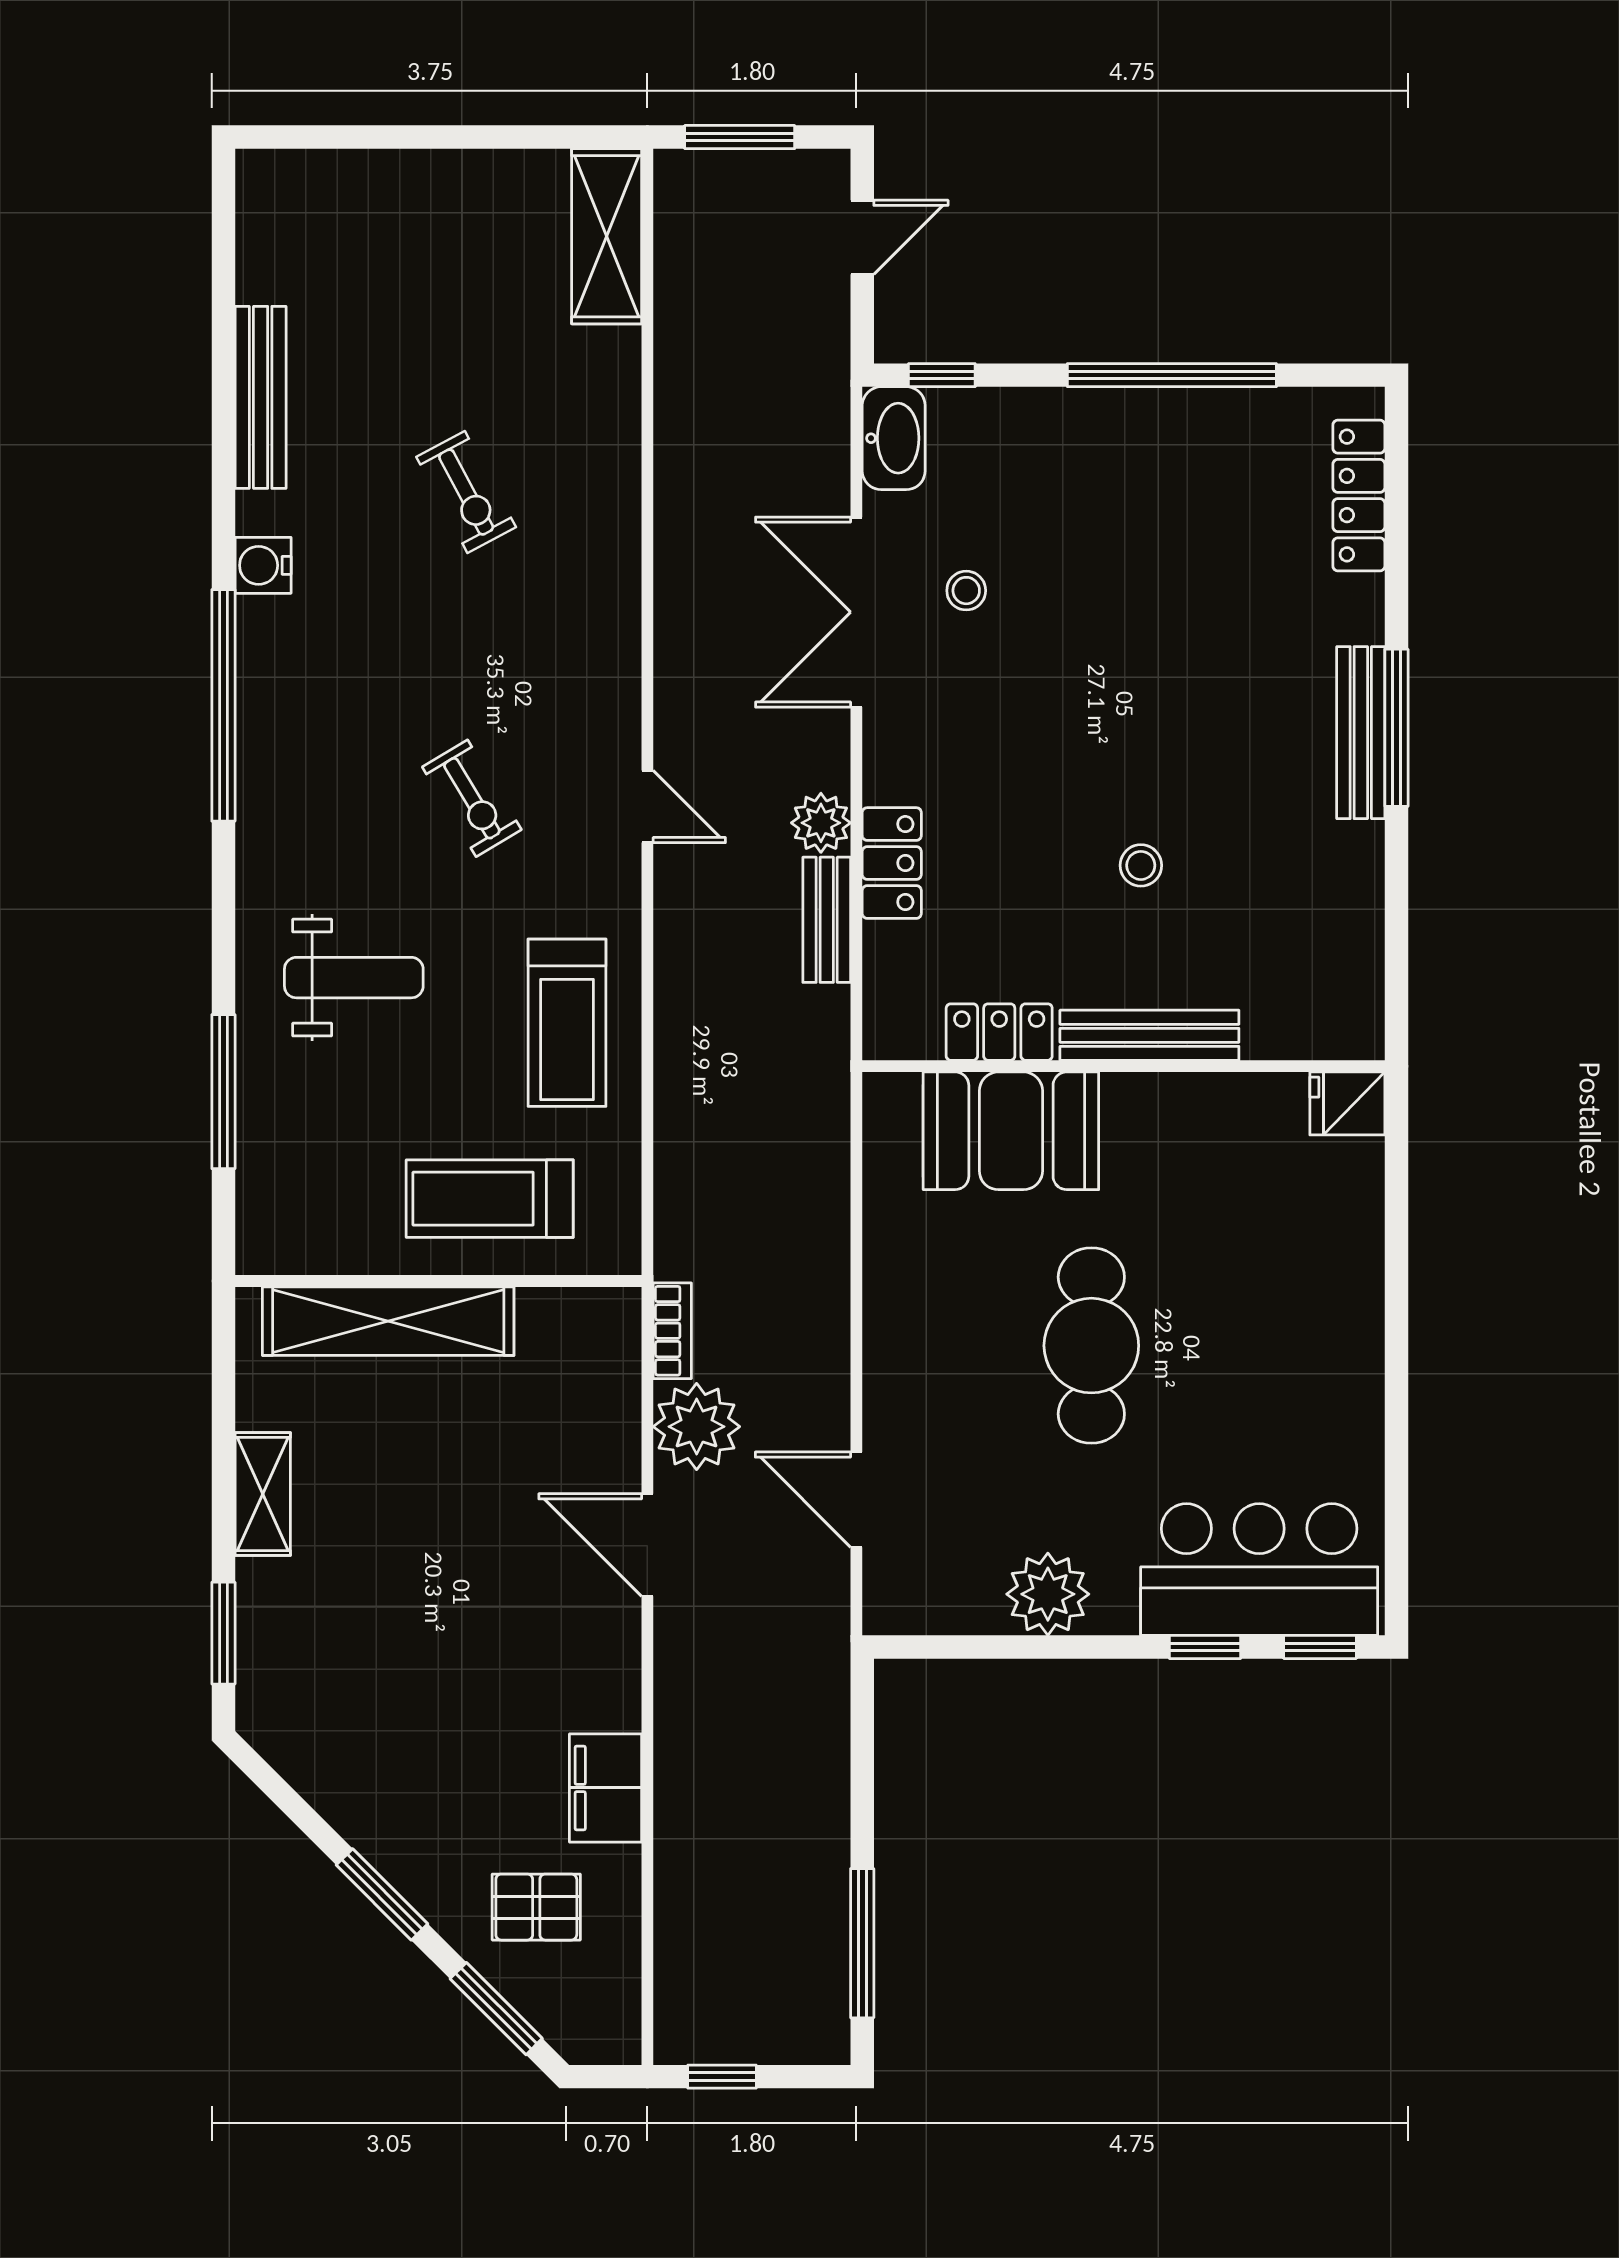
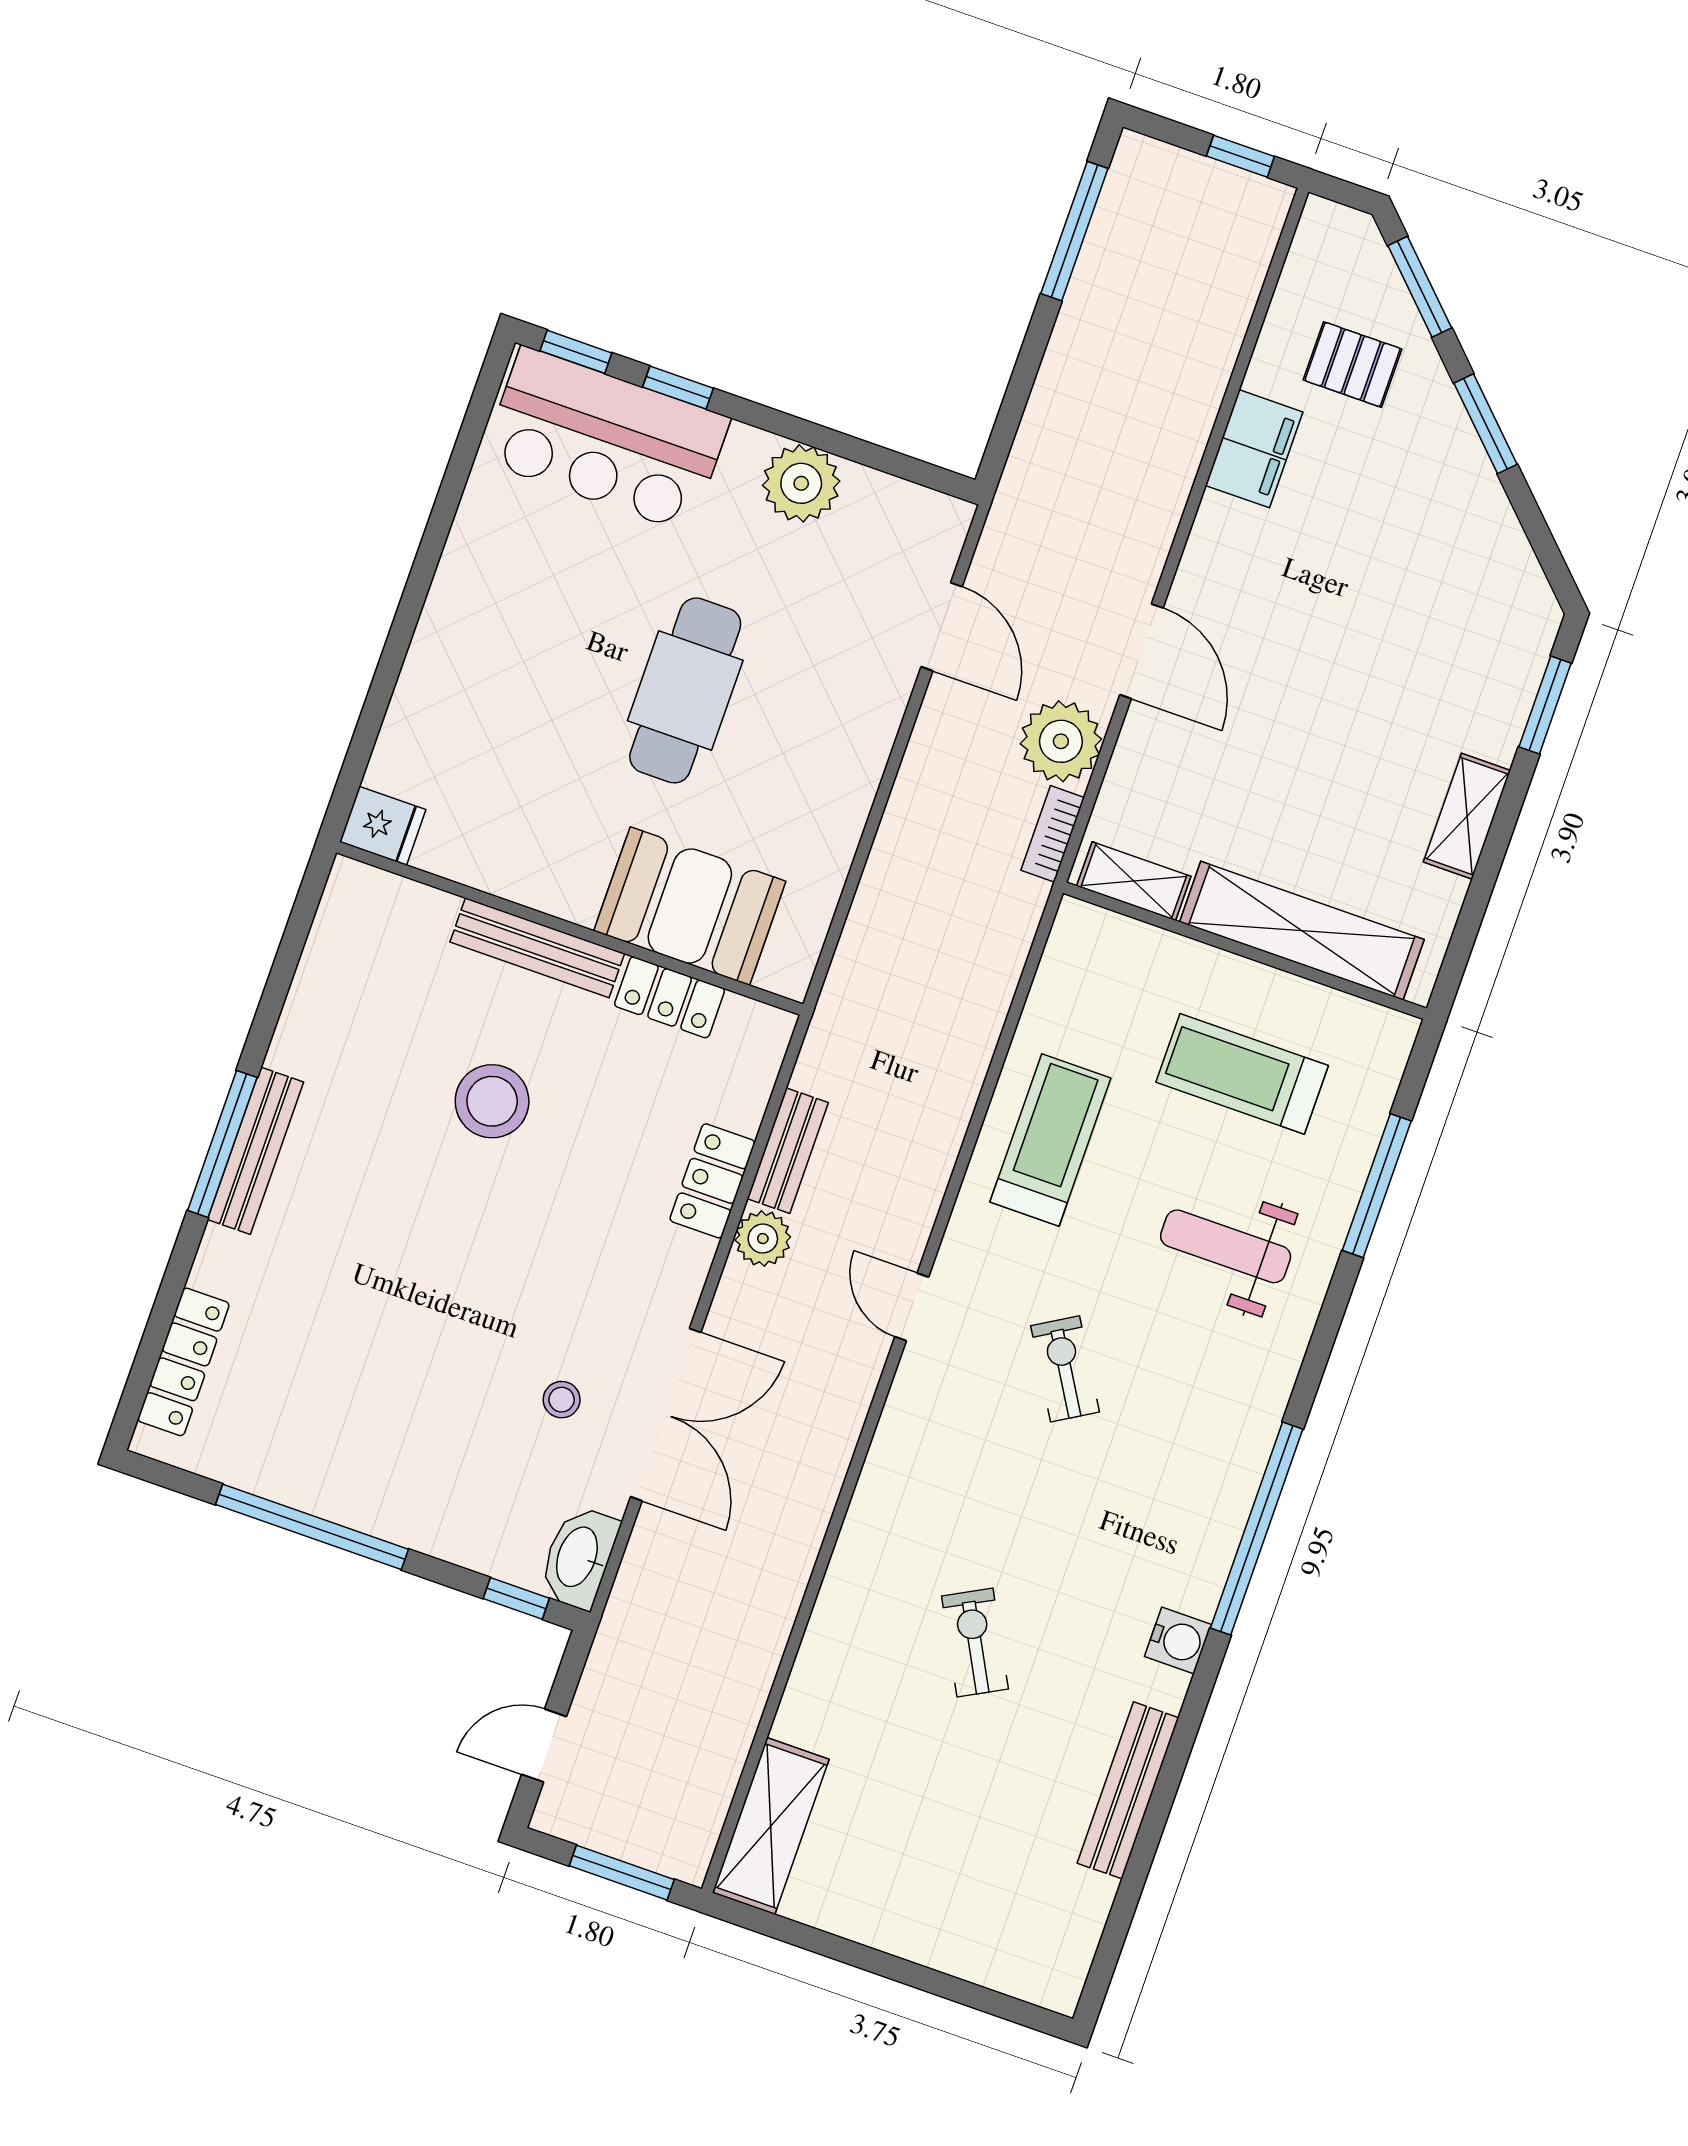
stool: (1141, 865) -> (492, 1101), width x1.89, depth x1.89
treadmill: (490, 1199) -> (1242, 1074), moved, turned 180
shelving: (574, 1312) -> (1134, 881), added

